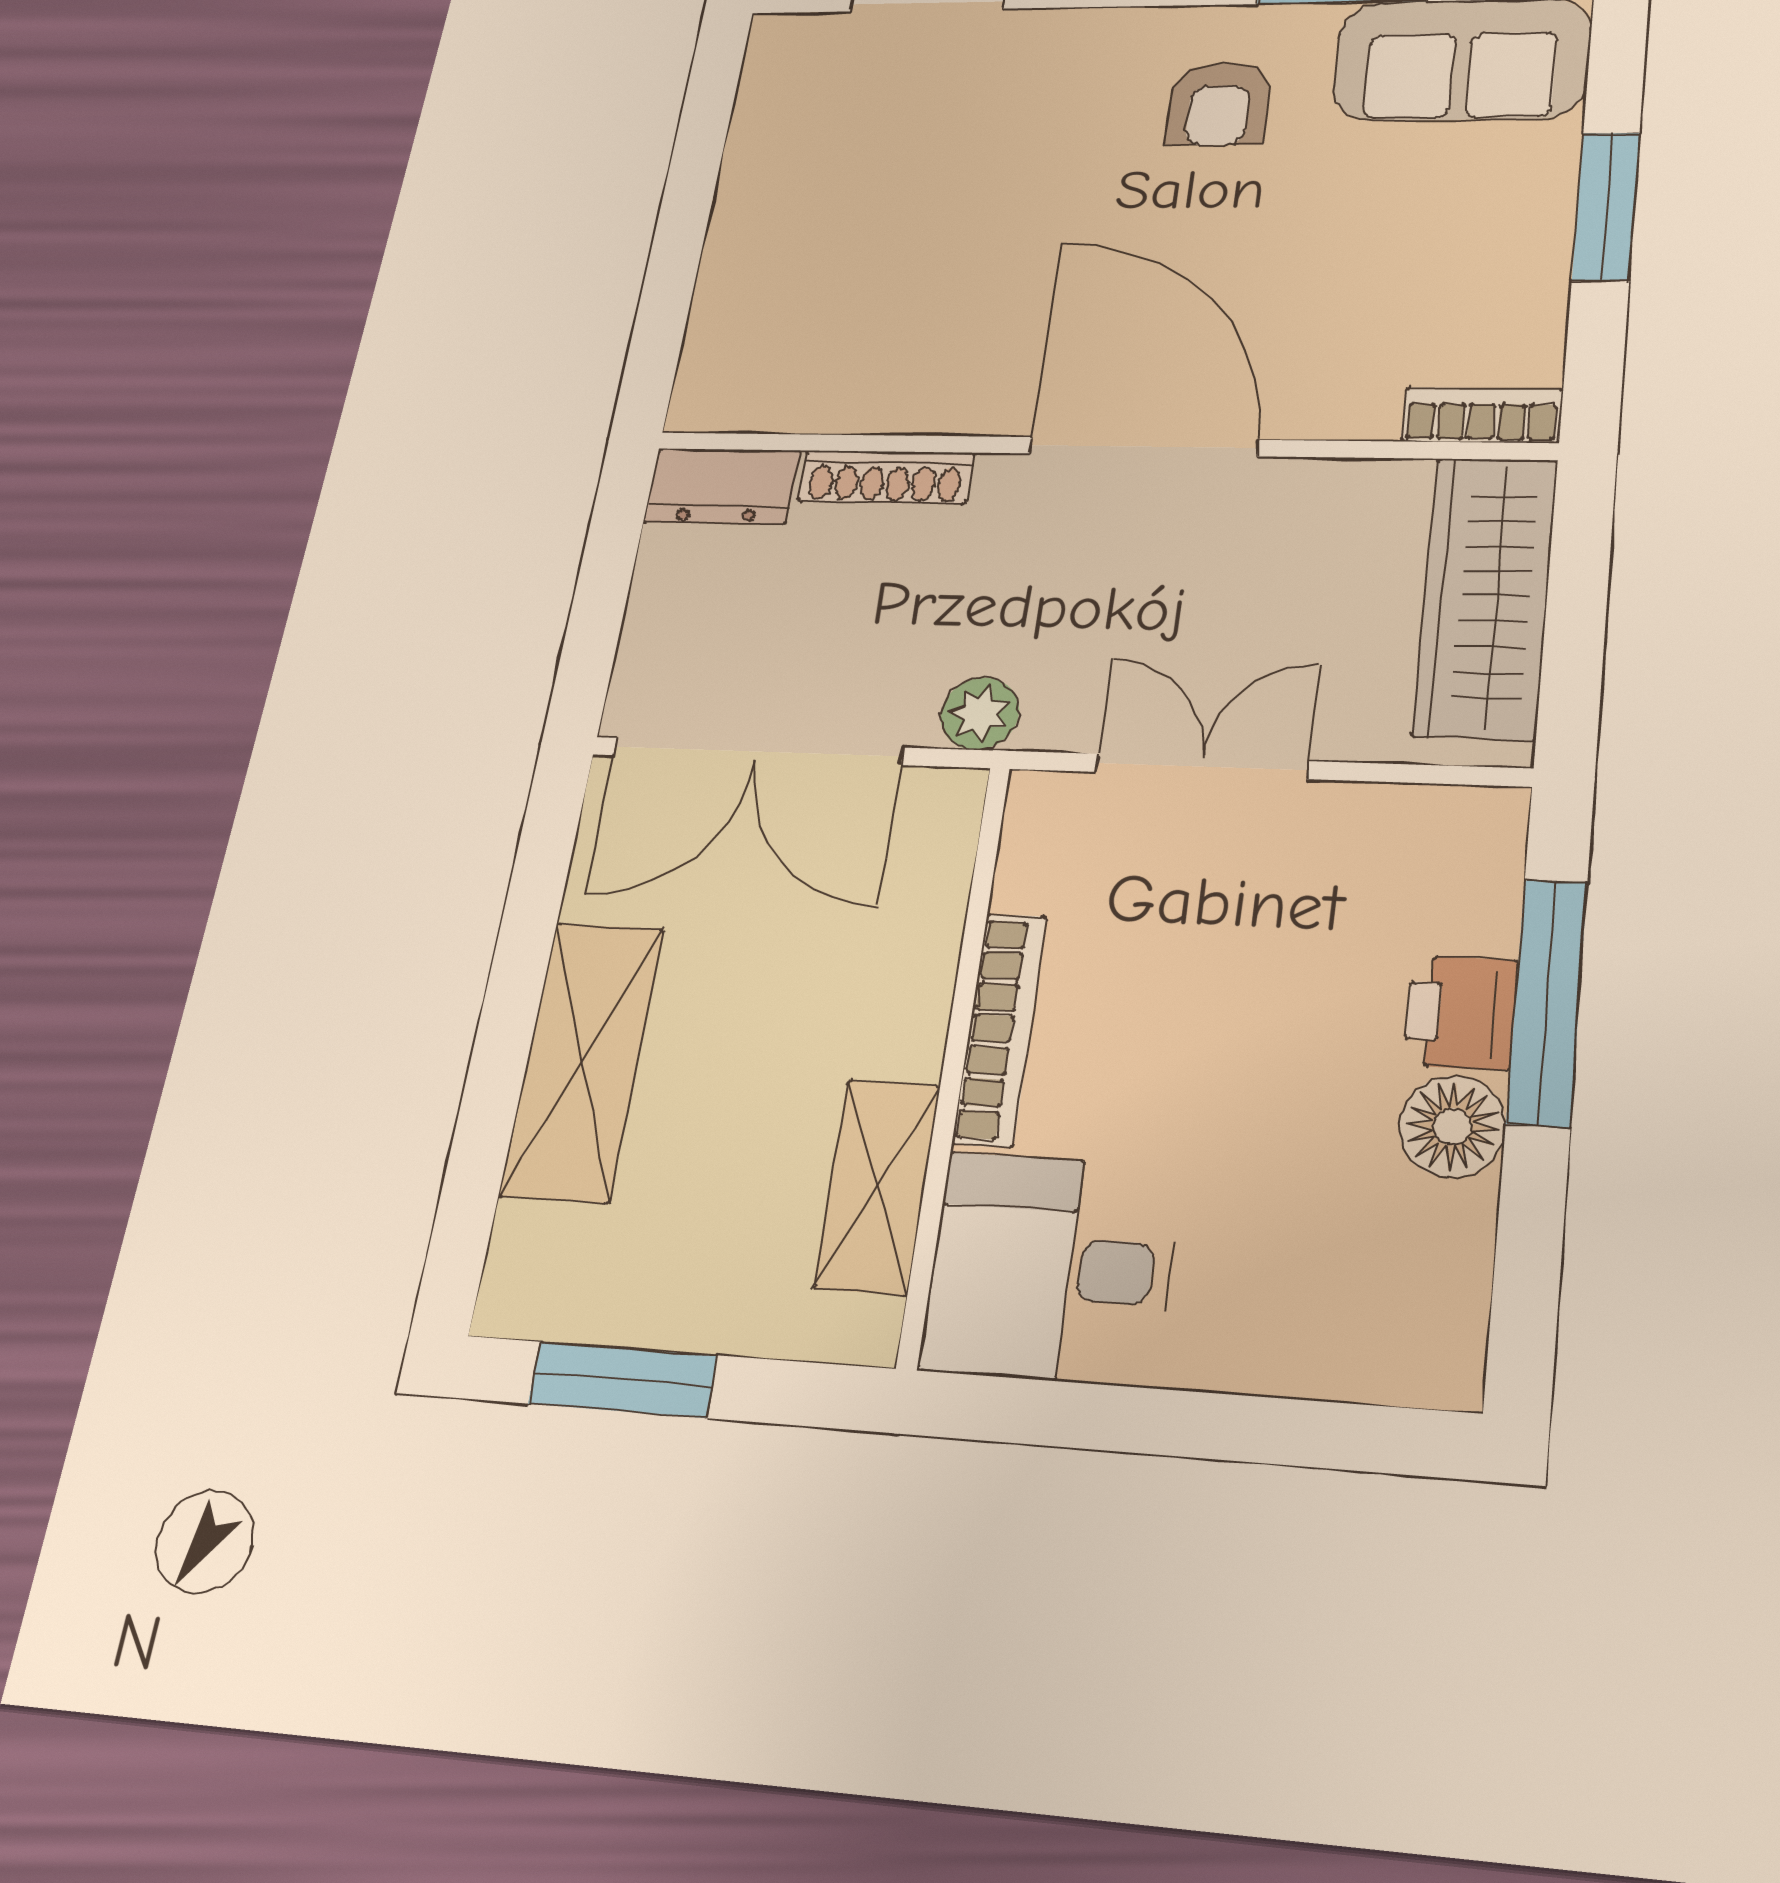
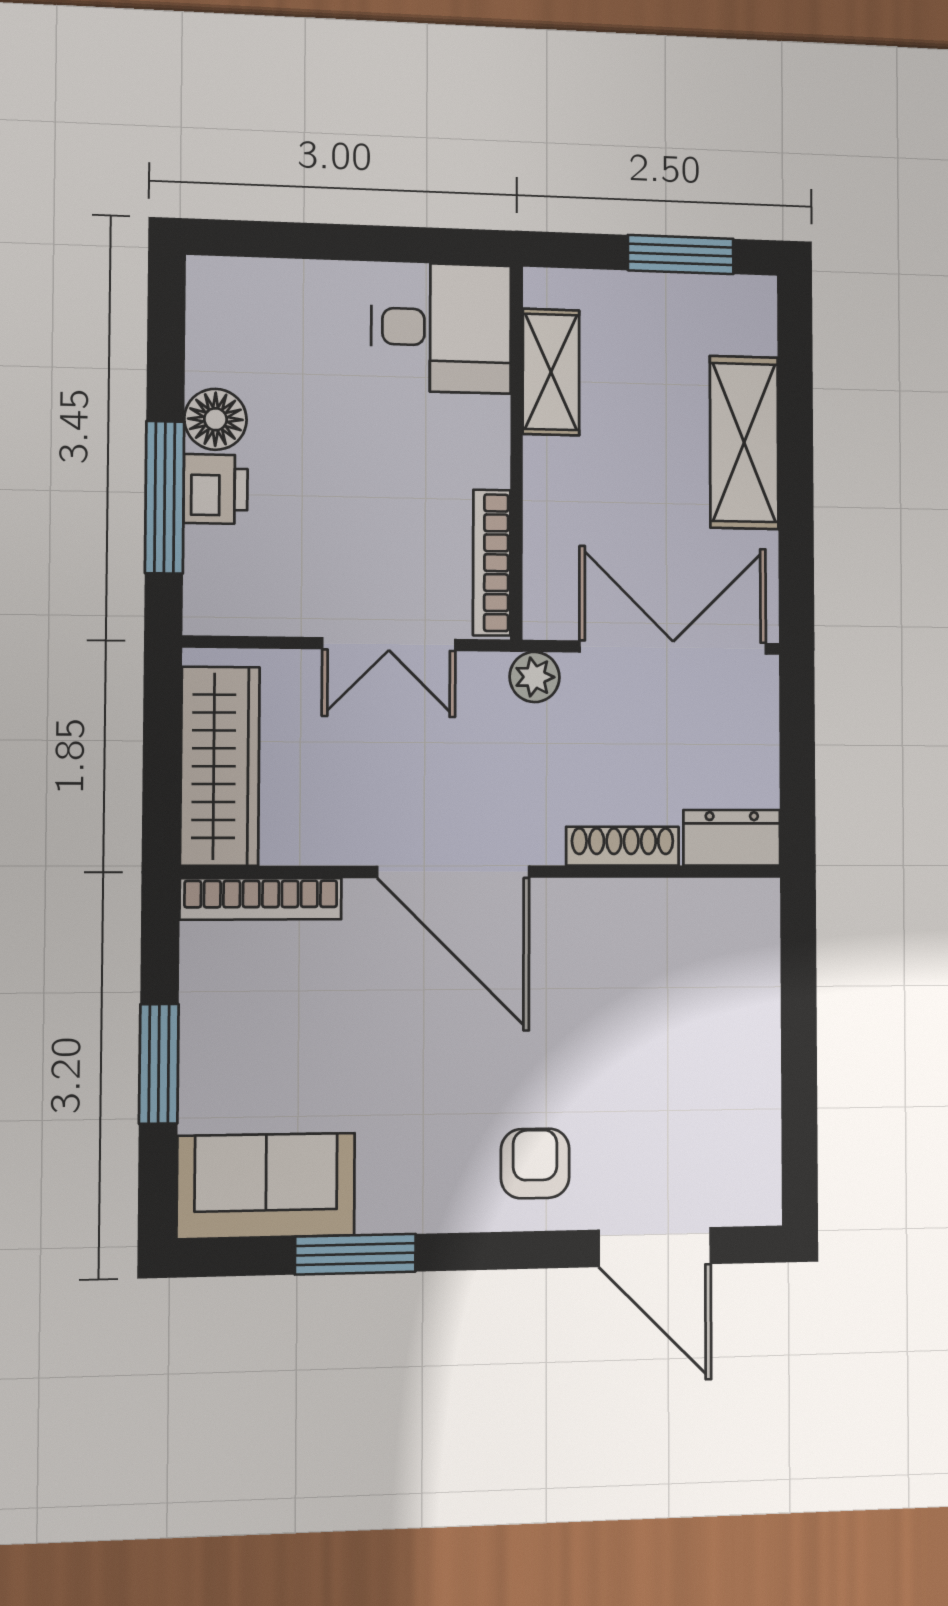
armchair: (1219, 104) -> (535, 1163), moved
bookcase: (1482, 415) -> (261, 899), width x1.56
bookcase: (1000, 1029) -> (492, 563), moved

